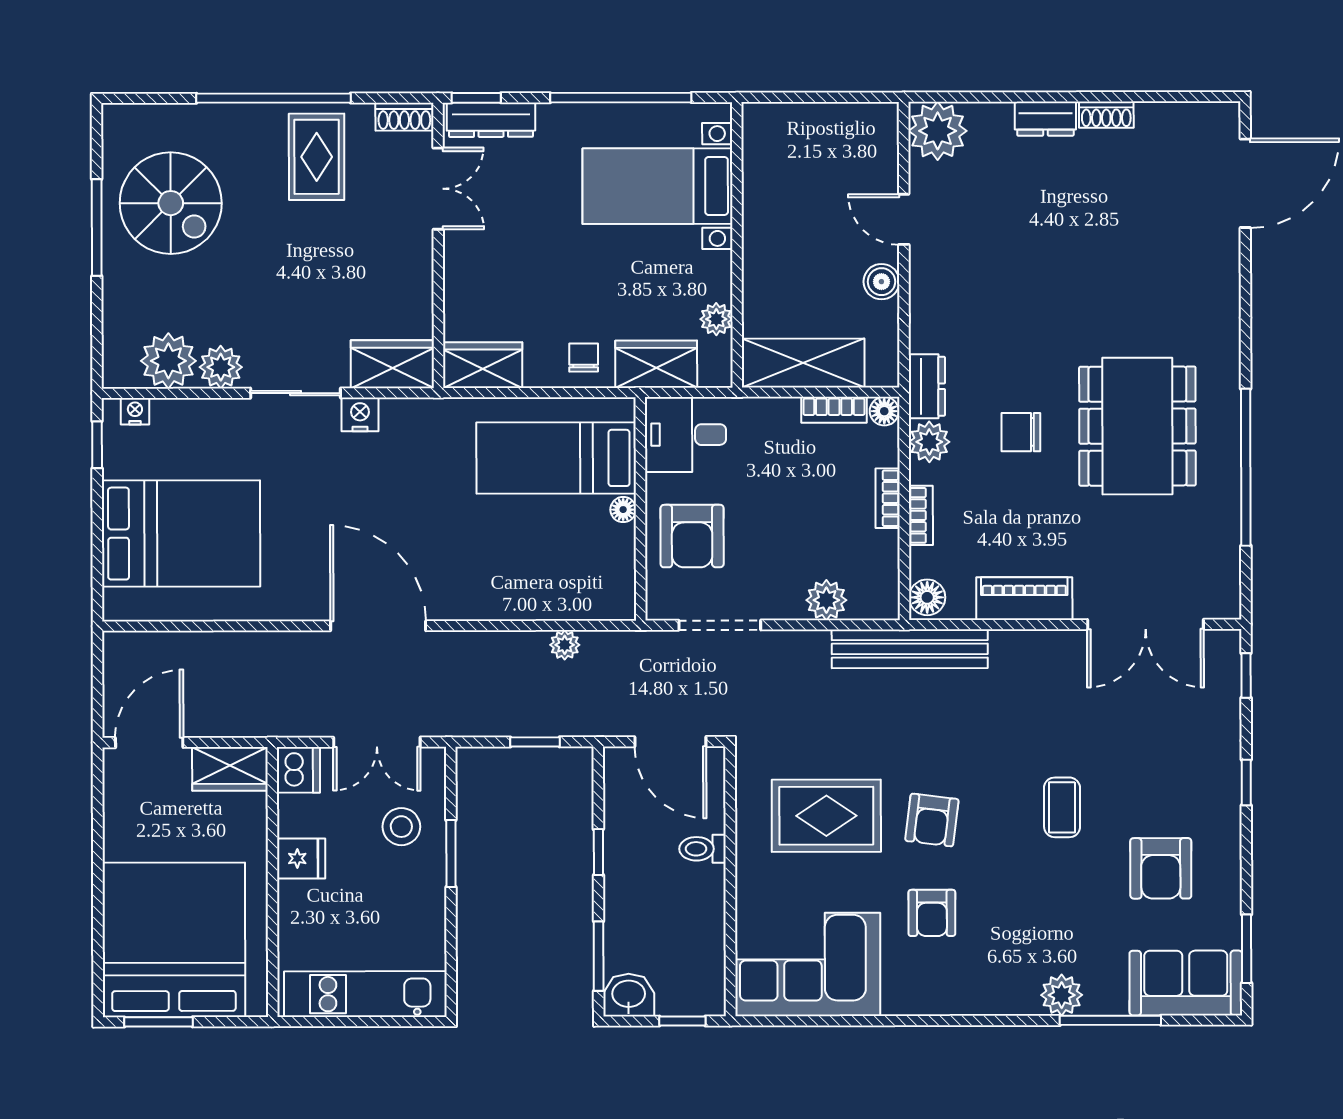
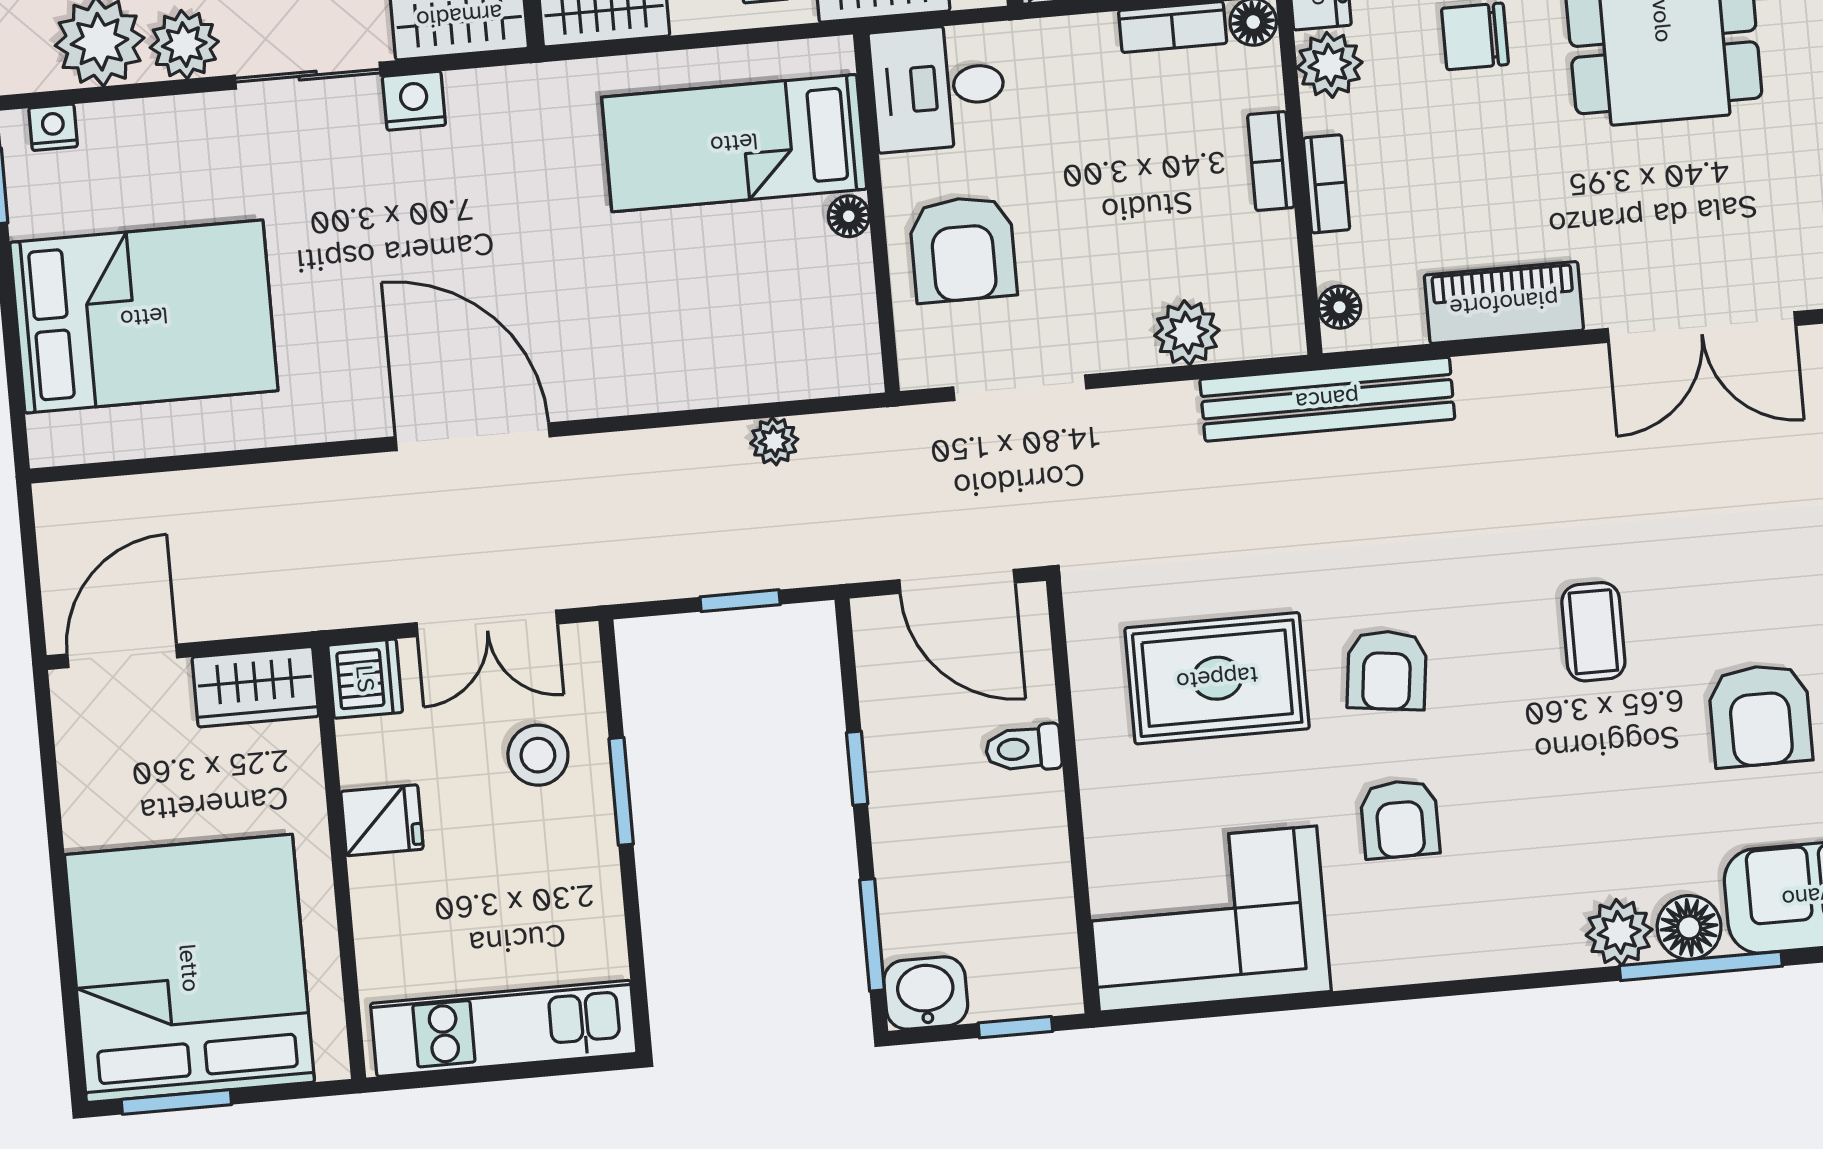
floor lamp: (927, 597) -> (1340, 307), width x0.73, depth x0.73
floor lamp: (1105, 996) -> (1689, 927), added

